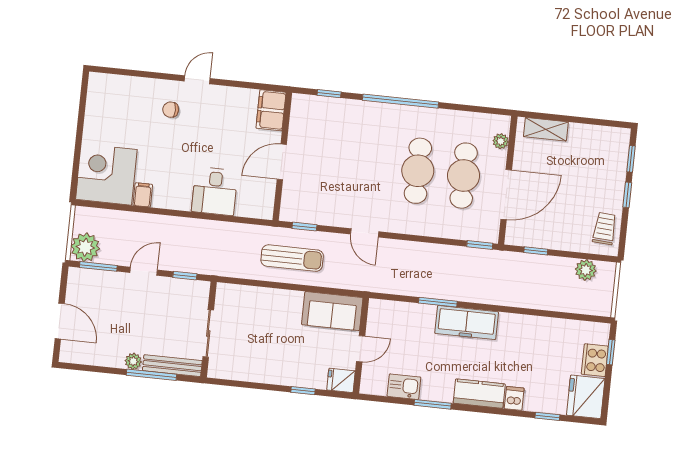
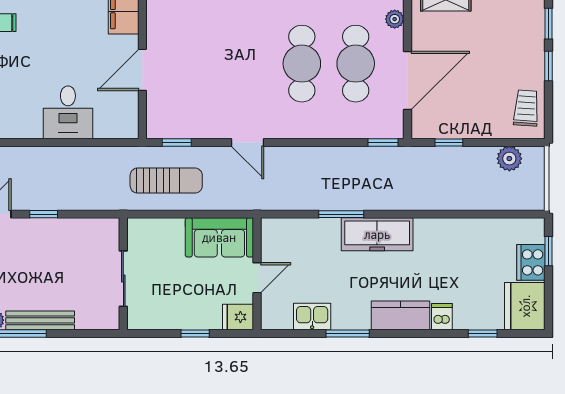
wall: (209, 329) -> (123, 274), moved
sliding door: (208, 333) -> (123, 279), moved

